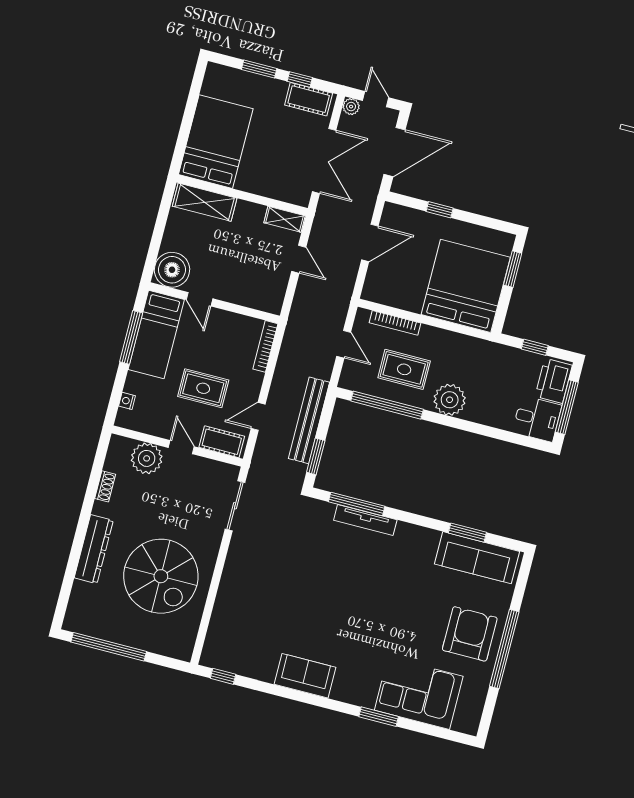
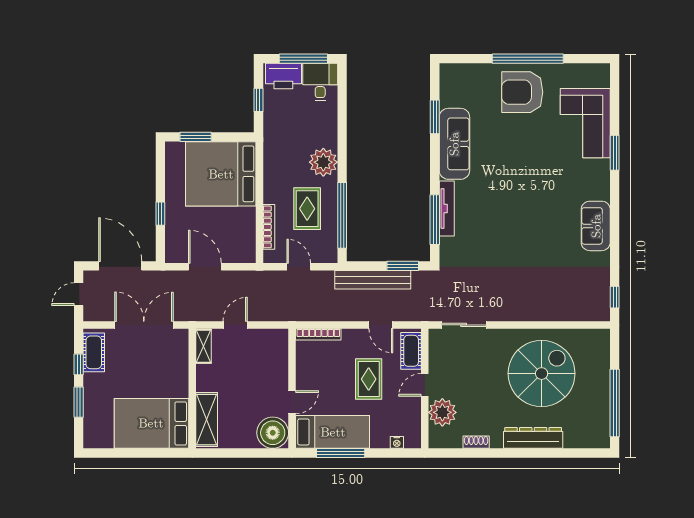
plant: (351, 107) -> (91, 314), removed
door: (344, 344) -> (299, 267), hinge flipped
sofa: (477, 558) -> (454, 144), moved

